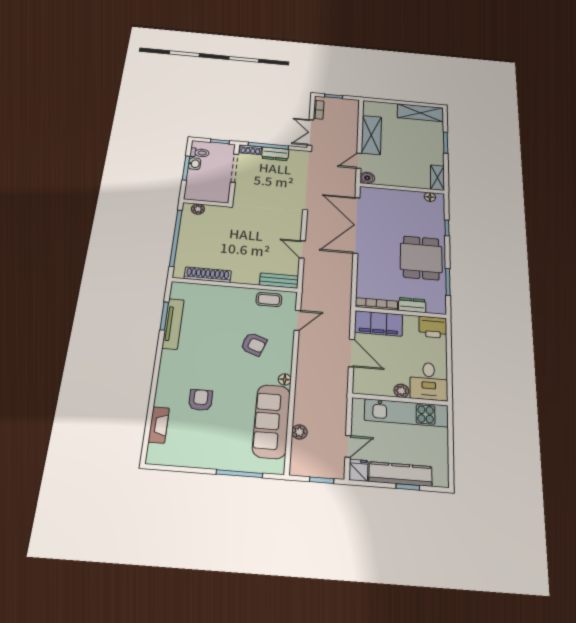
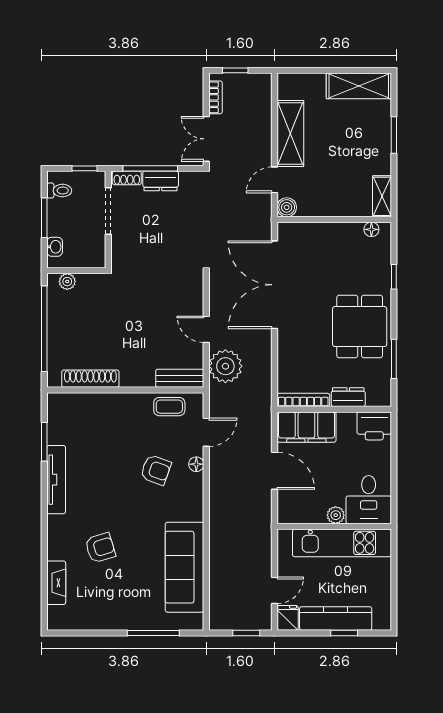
washbasin: (194, 164) -> (55, 247), moved
tv unit: (173, 324) -> (56, 480), moved
floor lamp: (285, 379) -> (196, 464), moved
armchair: (201, 400) -> (100, 548), turned 73
plant: (299, 432) -> (225, 366), moved, width x1.88, depth x1.88

